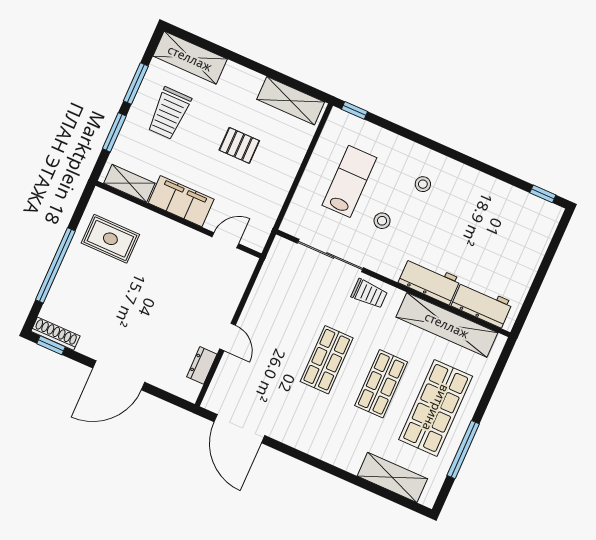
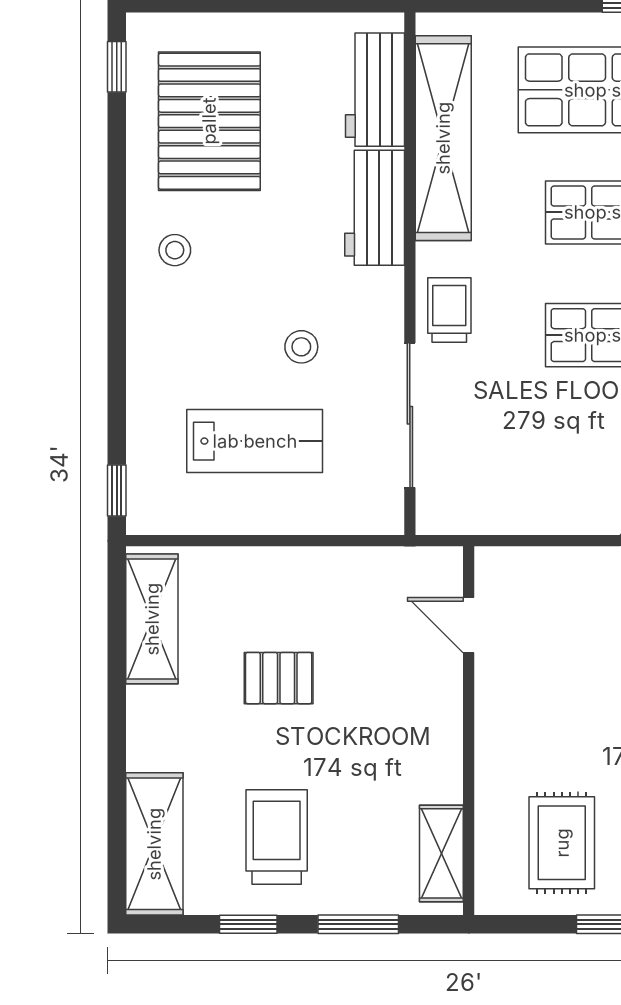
window: (136, 83) -> (248, 924), width x0.67
trolley: (169, 113) -> (277, 837), turned -90
pallet: (239, 145) -> (279, 678), turned 90
lab bench: (349, 181) -> (255, 441), turned 180
stool: (423, 184) -> (175, 250), moved
filing cabinet: (181, 201) -> (432, 741), removed
pallet: (500, 224) -> (209, 121), added

